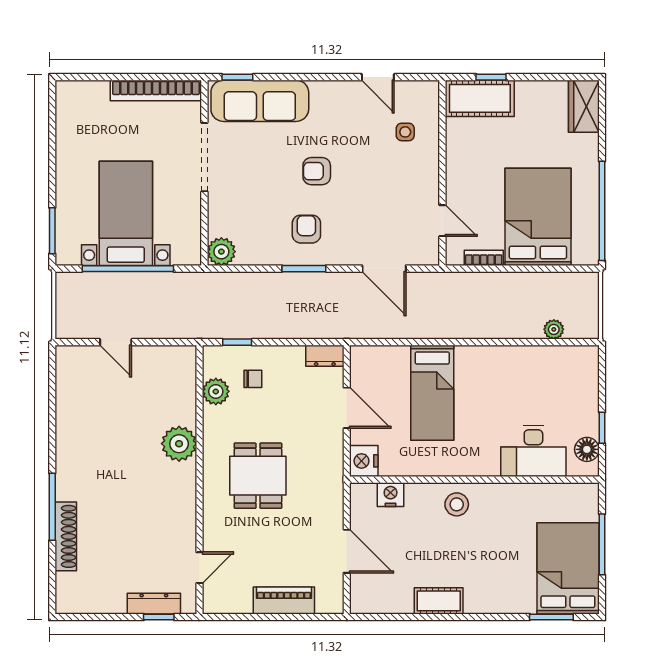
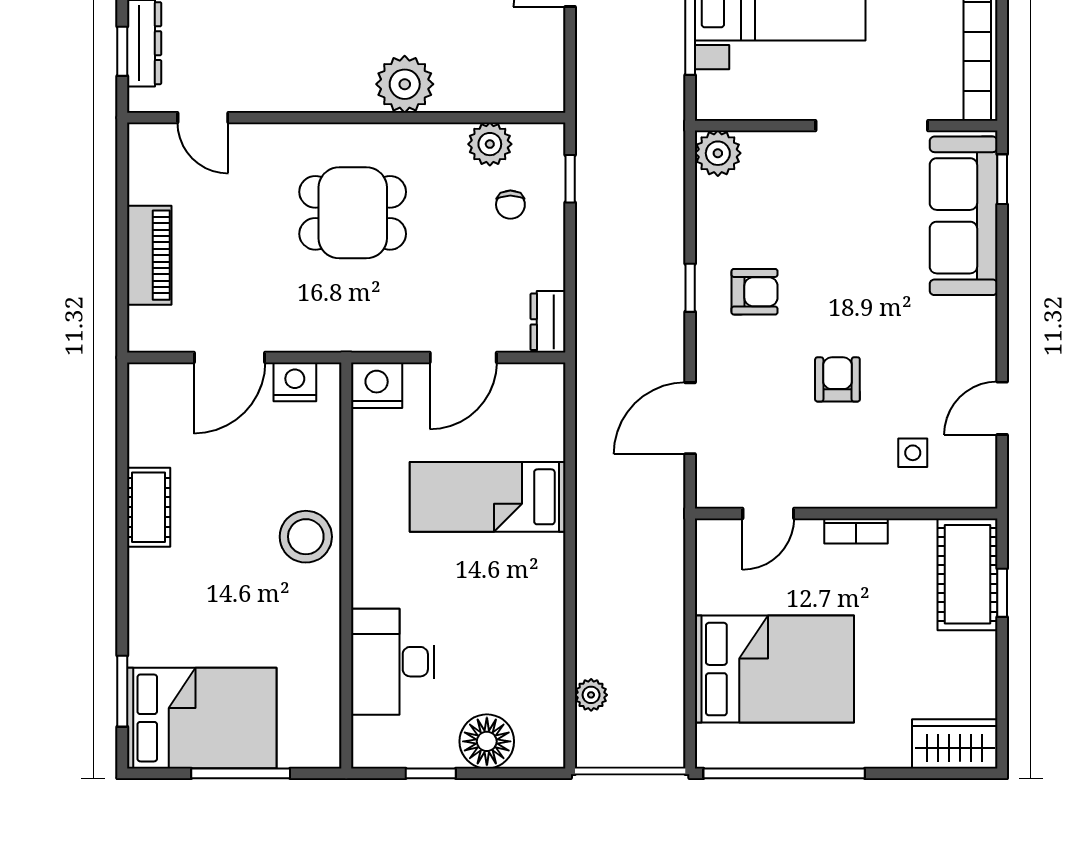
armchair: (317, 171) -> (837, 379), moved
bookcase: (484, 258) -> (856, 531), moved, turned 90
window: (304, 269) -> (690, 288), width x0.67
floor lamp: (587, 449) -> (487, 741), moved, width x1.38, depth x1.38
nightstand: (391, 495) -> (295, 382), moved, turned -90
stool: (457, 504) -> (306, 537), width x1.38, depth x1.38

